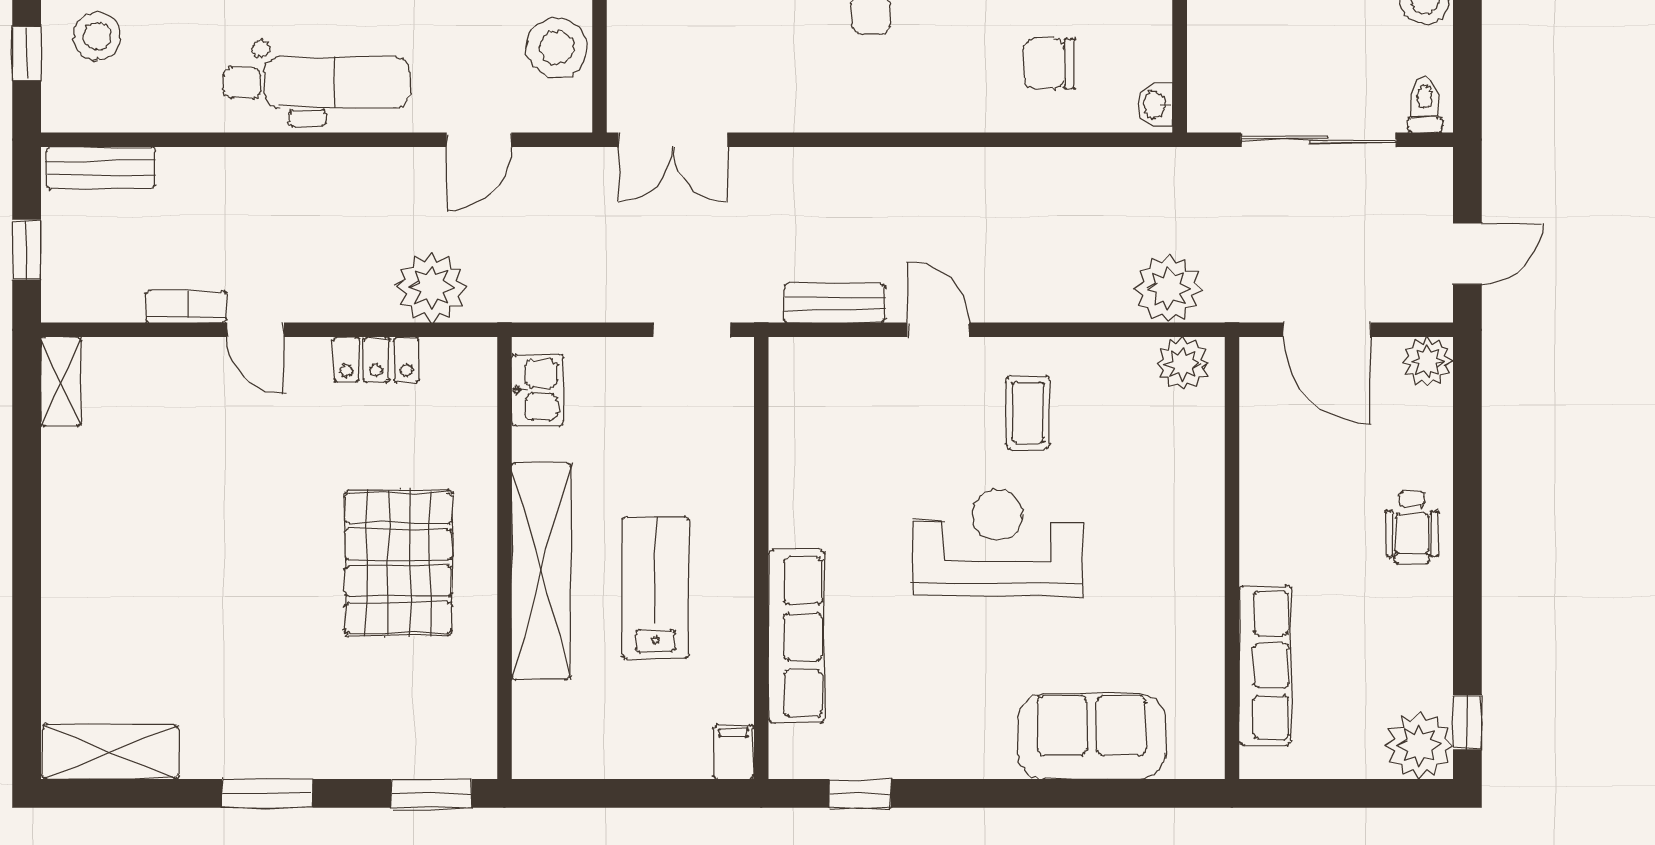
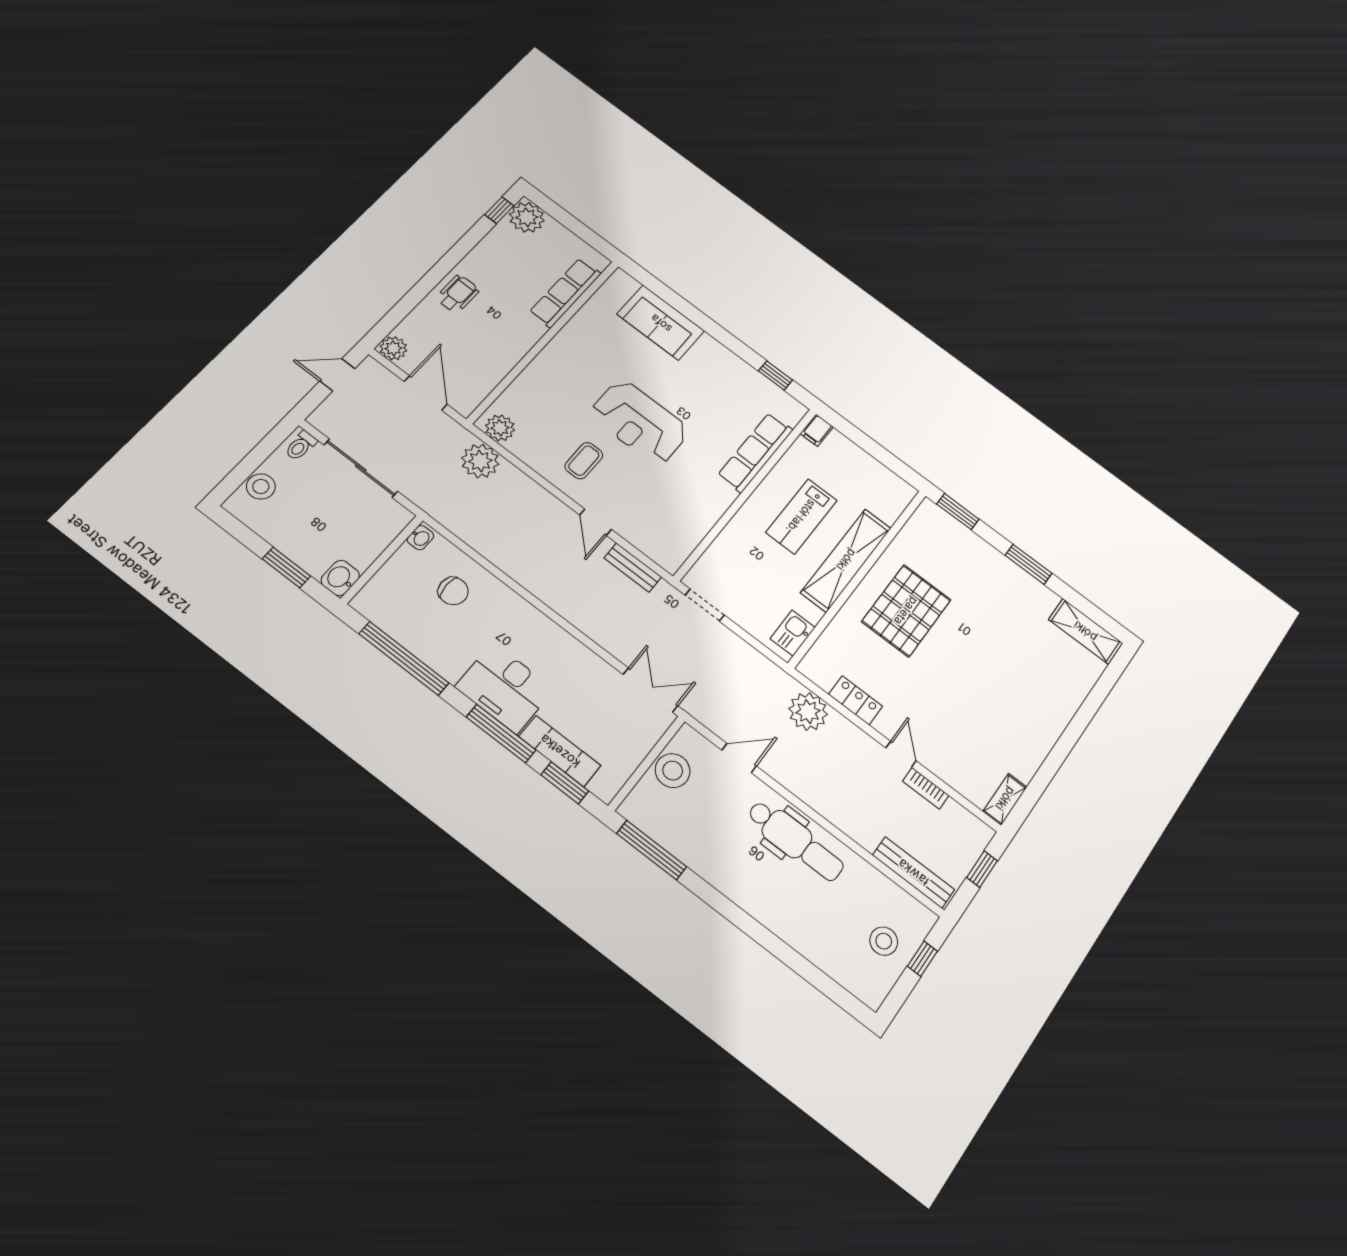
dental chair: (317, 83) -> (796, 841), turned 180
bench: (101, 168) -> (913, 872), width x1.36

